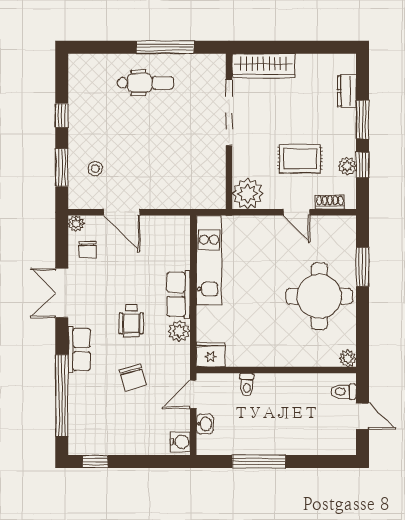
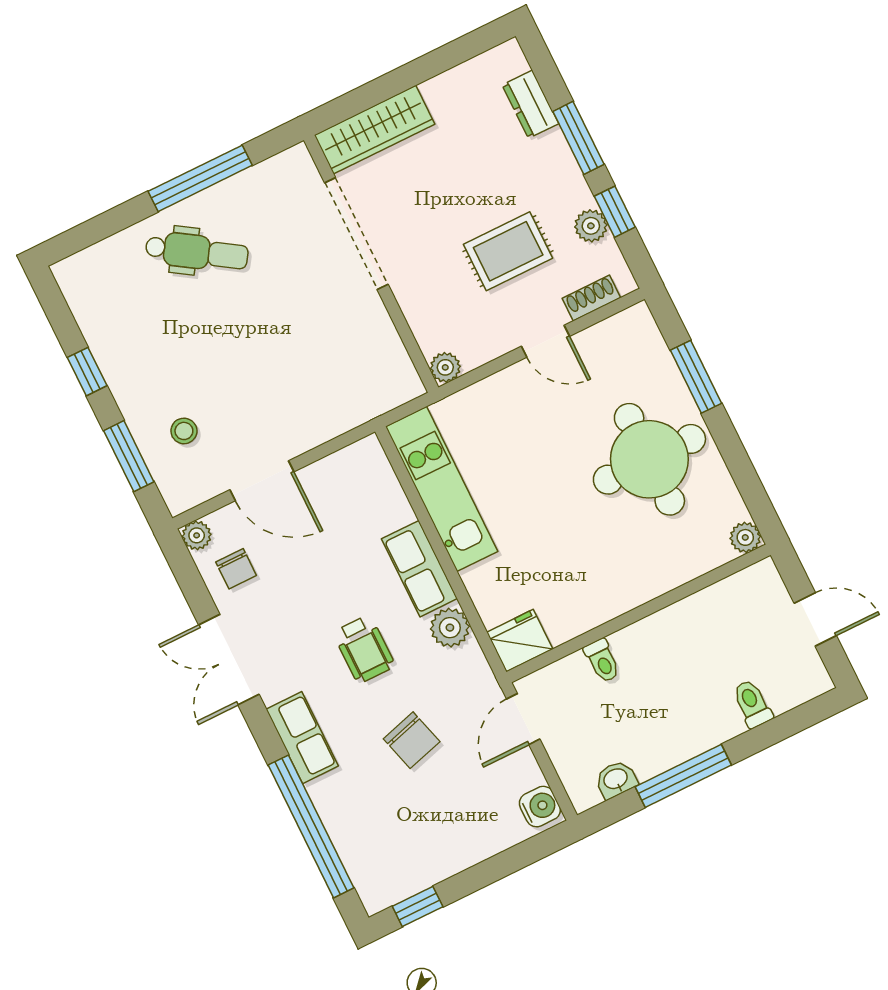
dental chair: (145, 83) -> (197, 252), turned 33
plant: (248, 194) -> (445, 367), width x0.53, depth x0.53
toilet: (344, 392) -> (752, 704), moved, turned 90
washbasin: (205, 424) -> (616, 779), moved, turned -90

